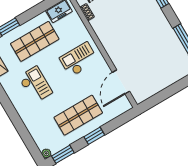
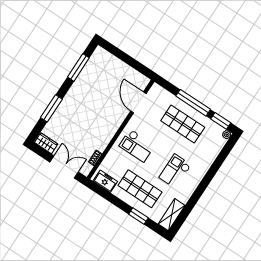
door: (121, 82) -> (138, 102), swing flipped
window: (94, 136) -> (193, 103), width x2.11

